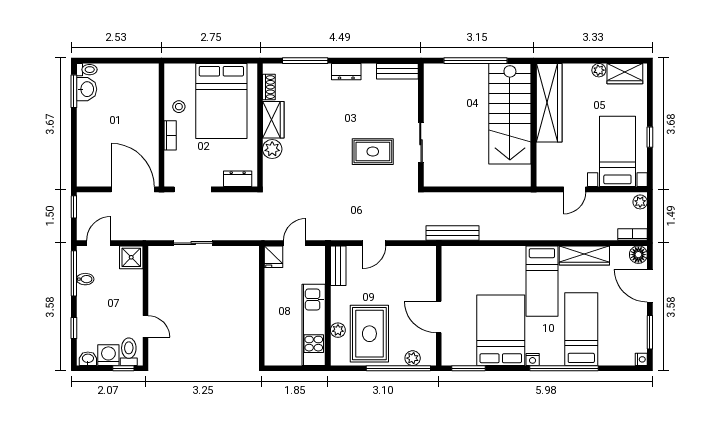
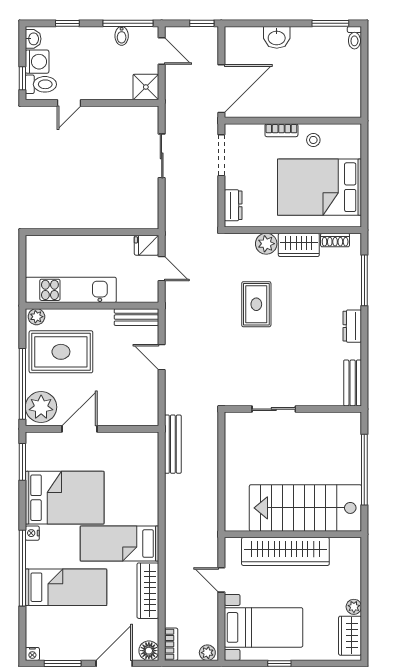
washbasin: (87, 89) -> (277, 37), moved
wardrobe: (549, 103) -> (285, 551), moved
rug: (373, 152) -> (256, 304), moved
plant: (338, 330) -> (36, 317), moved
plant: (413, 358) -> (41, 407), width x1.87, depth x1.87

